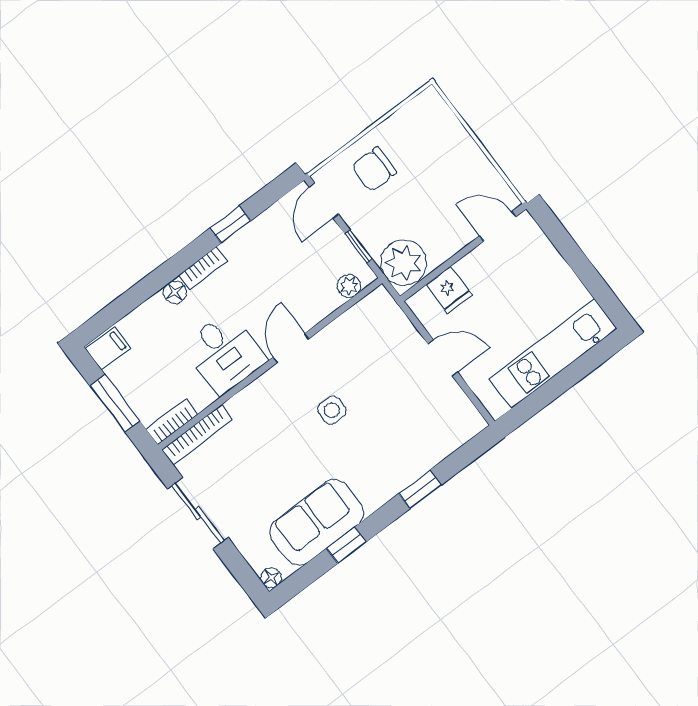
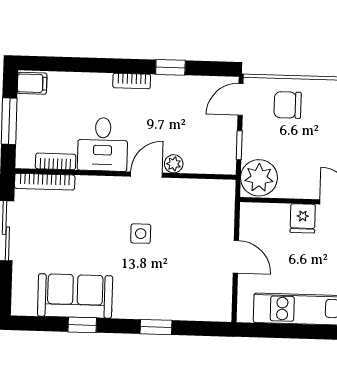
plant: (349, 286) -> (174, 164), moved
fridge: (449, 290) -> (303, 218), moved
floor lamp: (175, 292) -> (102, 82), removed
bookcase: (172, 422) -> (56, 161), moved
floor lamp: (271, 578) -> (19, 308), removed

